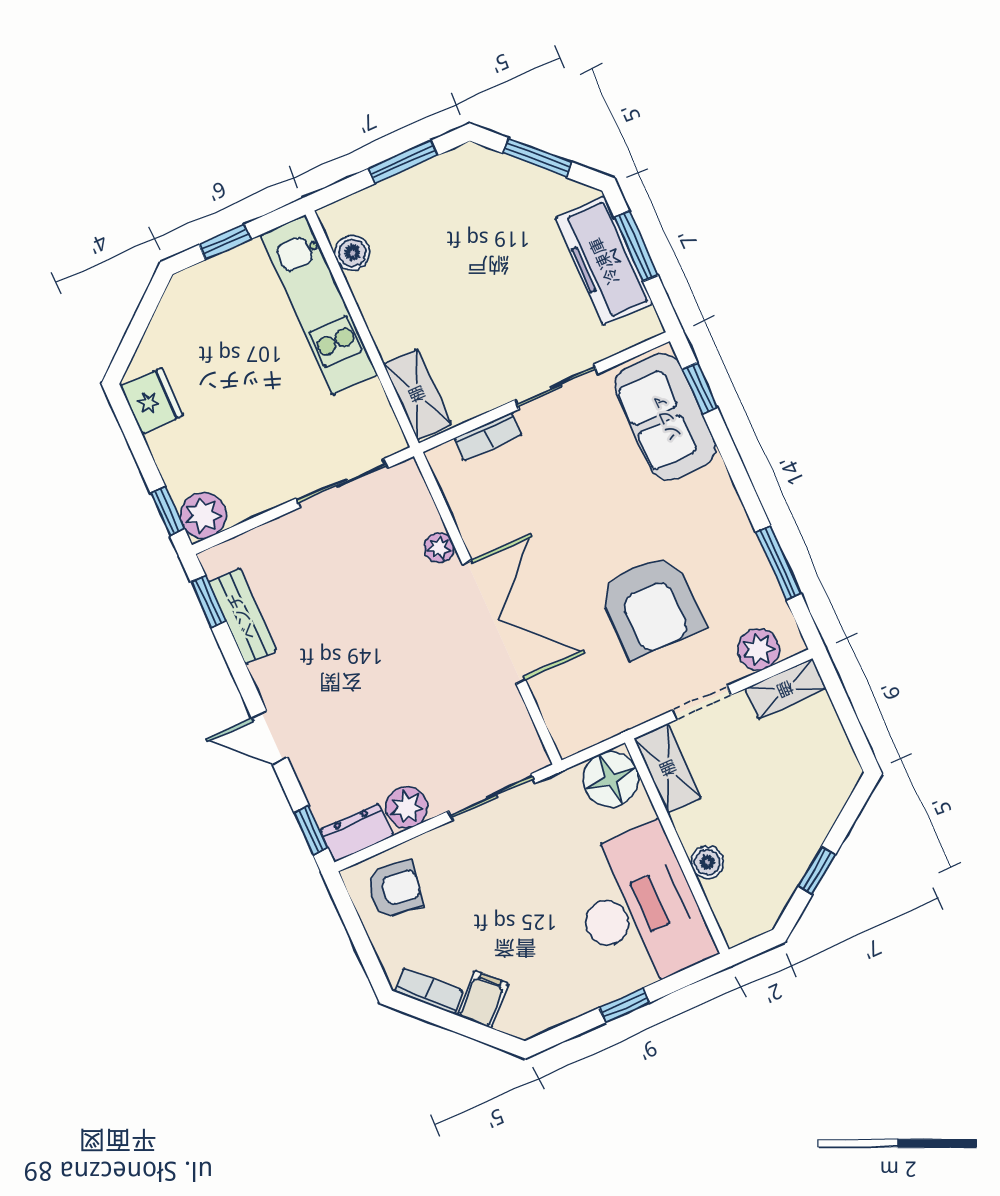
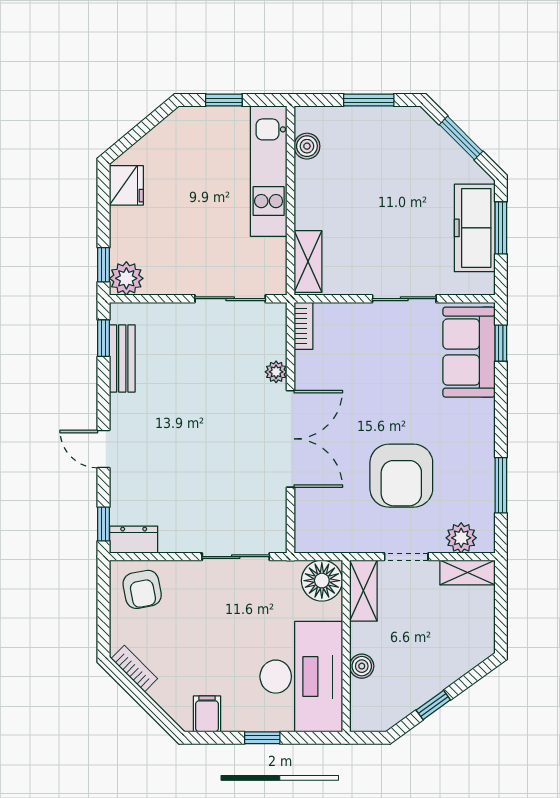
bookcase: (488, 437) -> (303, 326), moved, turned -90
plant: (407, 807) -> (175, 538), removed
armchair: (395, 889) -> (142, 589), turned 70
filing cabinet: (483, 999) -> (207, 714), moved, turned -45

